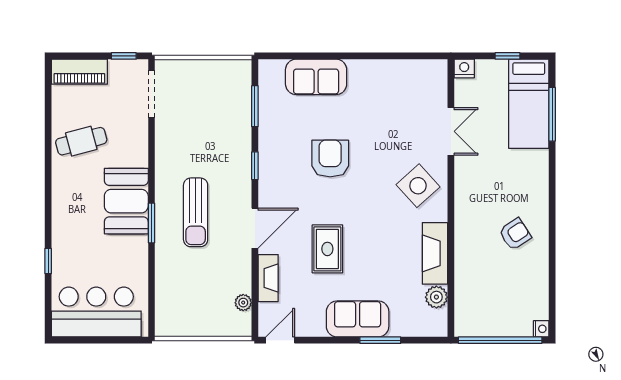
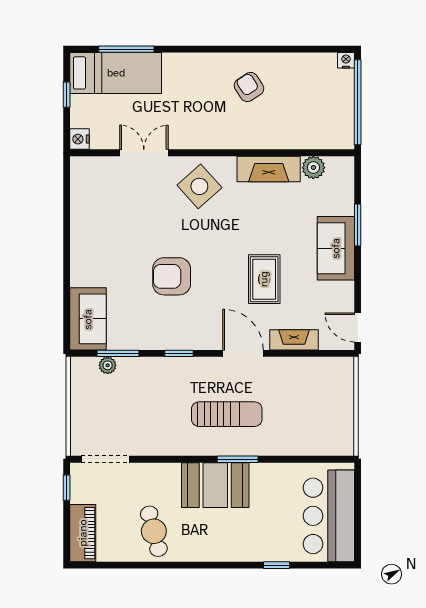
sofa: (316, 77) -> (88, 319), moved
rug: (327, 249) -> (264, 279), turned 90
plant: (243, 303) -> (108, 365), moved

